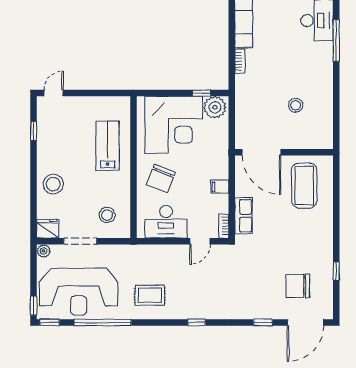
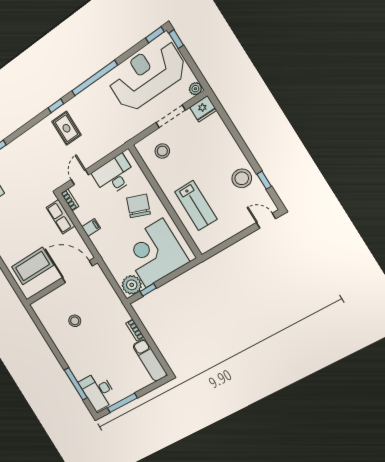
door: (54, 93) -> (266, 221), swing flipped
stool: (53, 184) -> (242, 178), moved
coffee table: (304, 186) -> (33, 266), turned 90
rug: (150, 295) -> (66, 128), moved, turned 90
window: (103, 322) -> (94, 78), moved
window: (197, 322) -> (56, 106), moved

